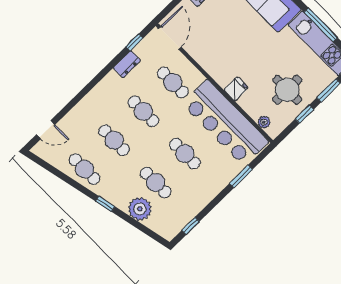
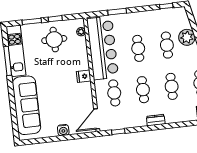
dresser: (127, 64) -> (156, 120), moved
fridge: (236, 89) -> (84, 76), moved

